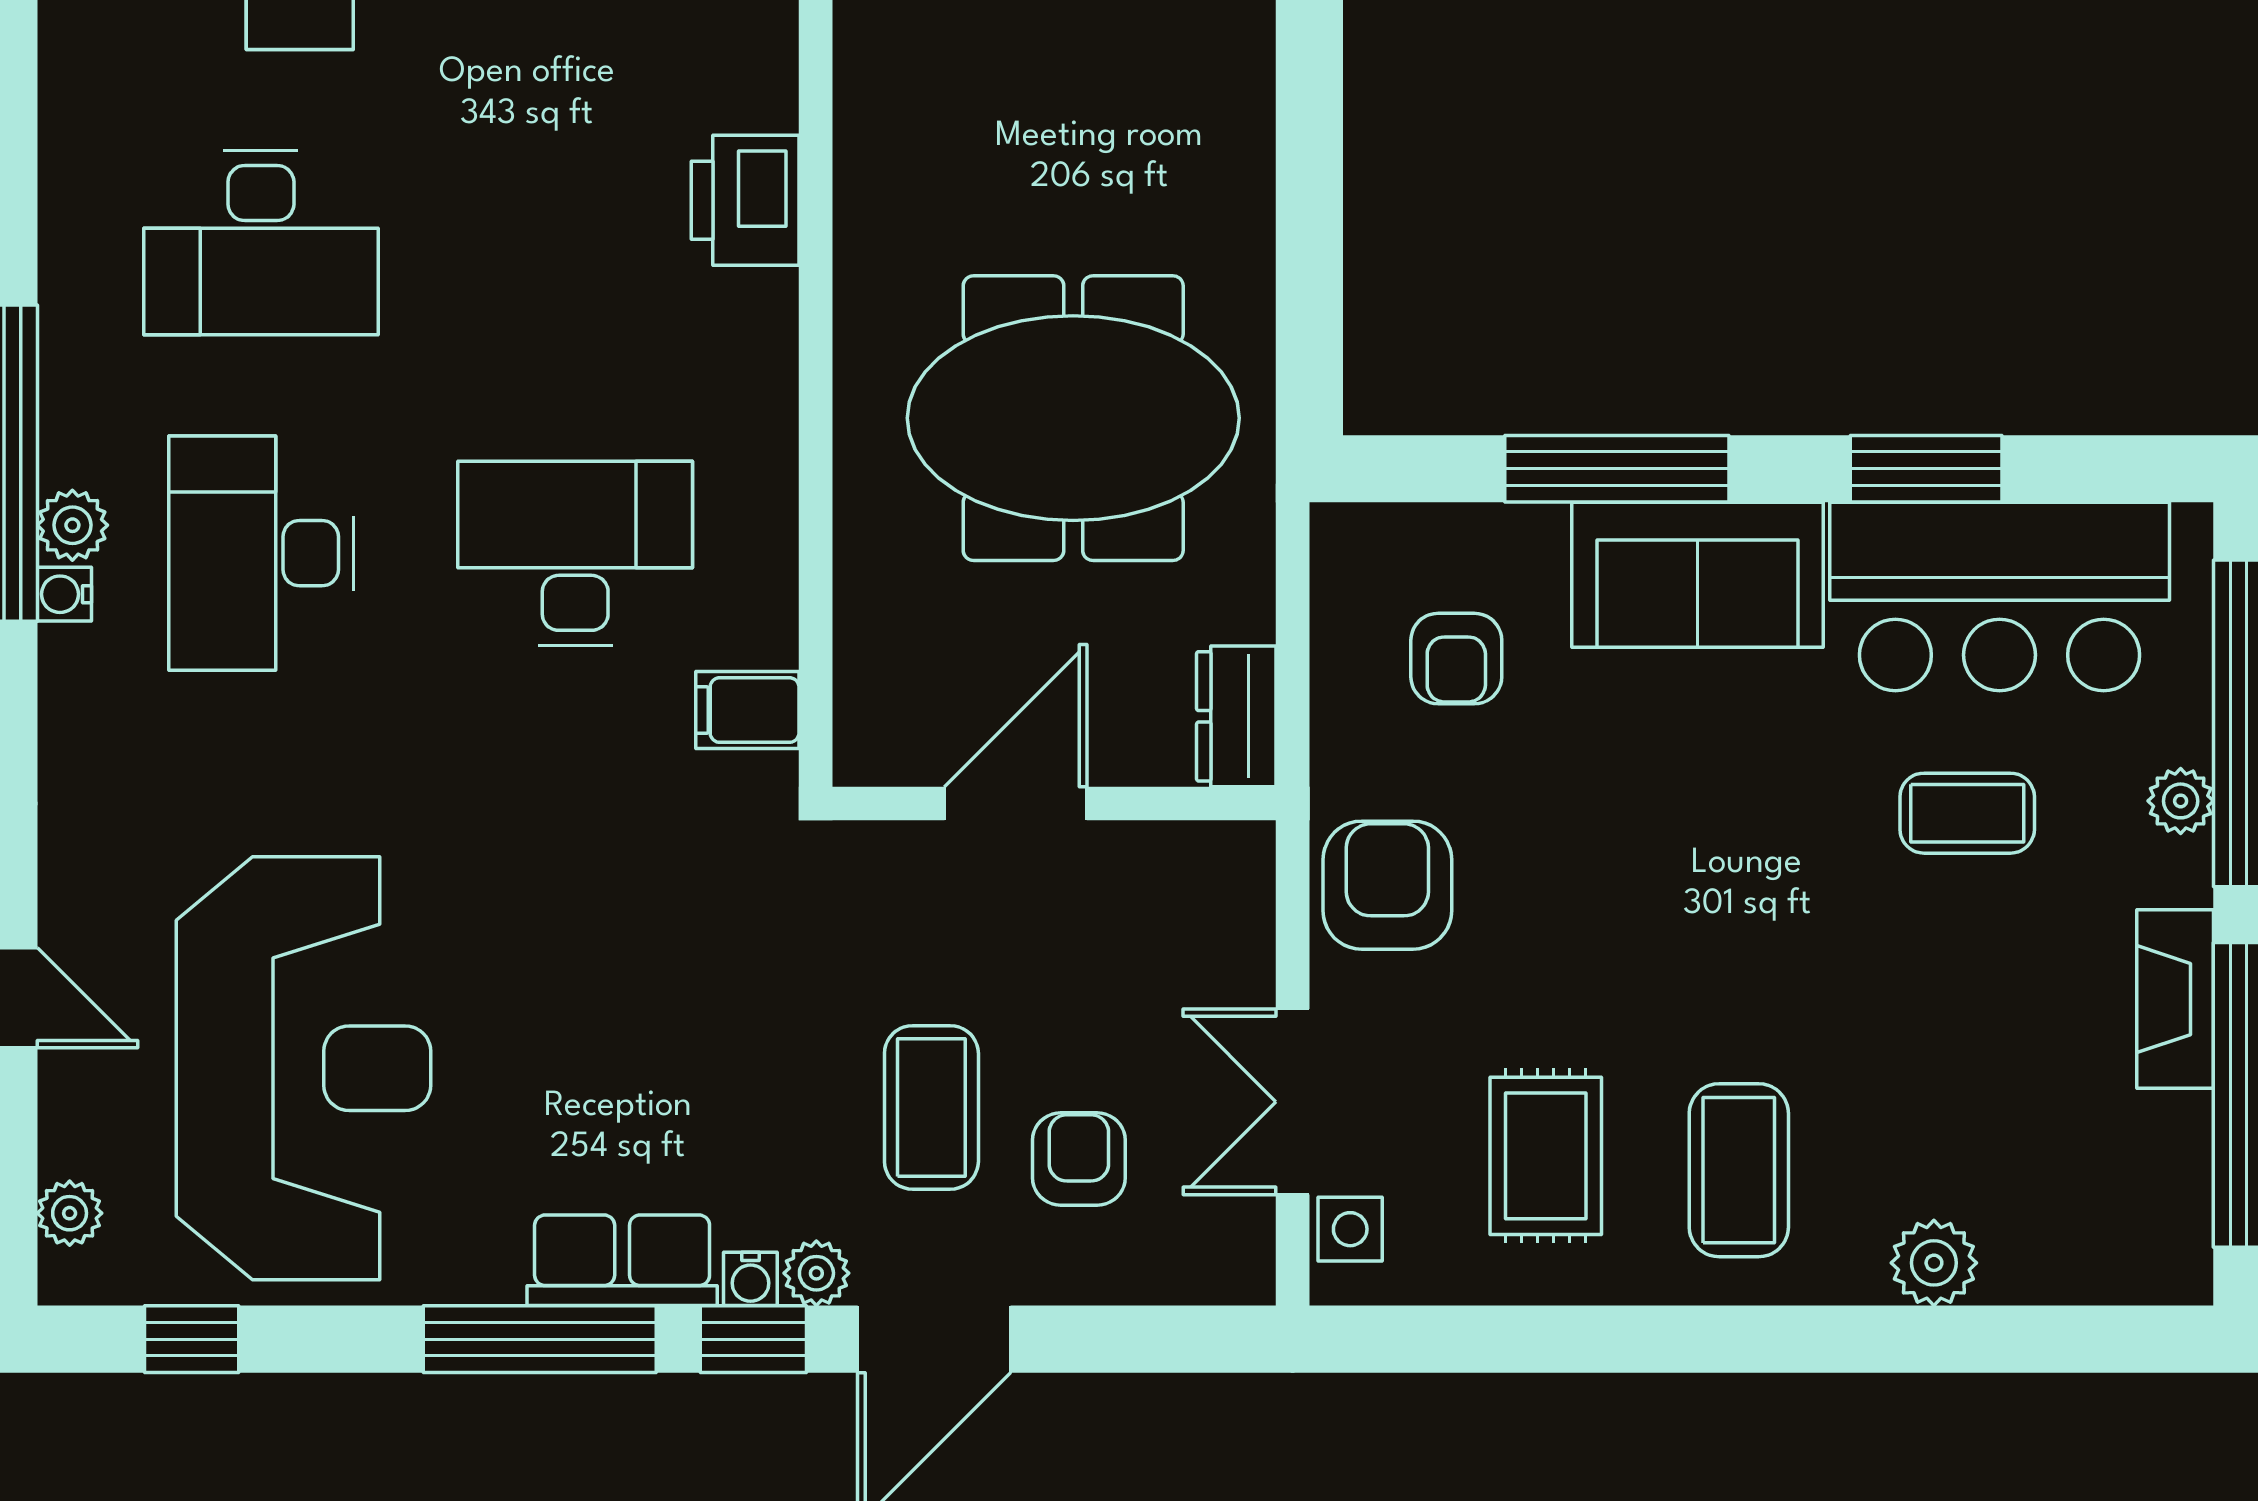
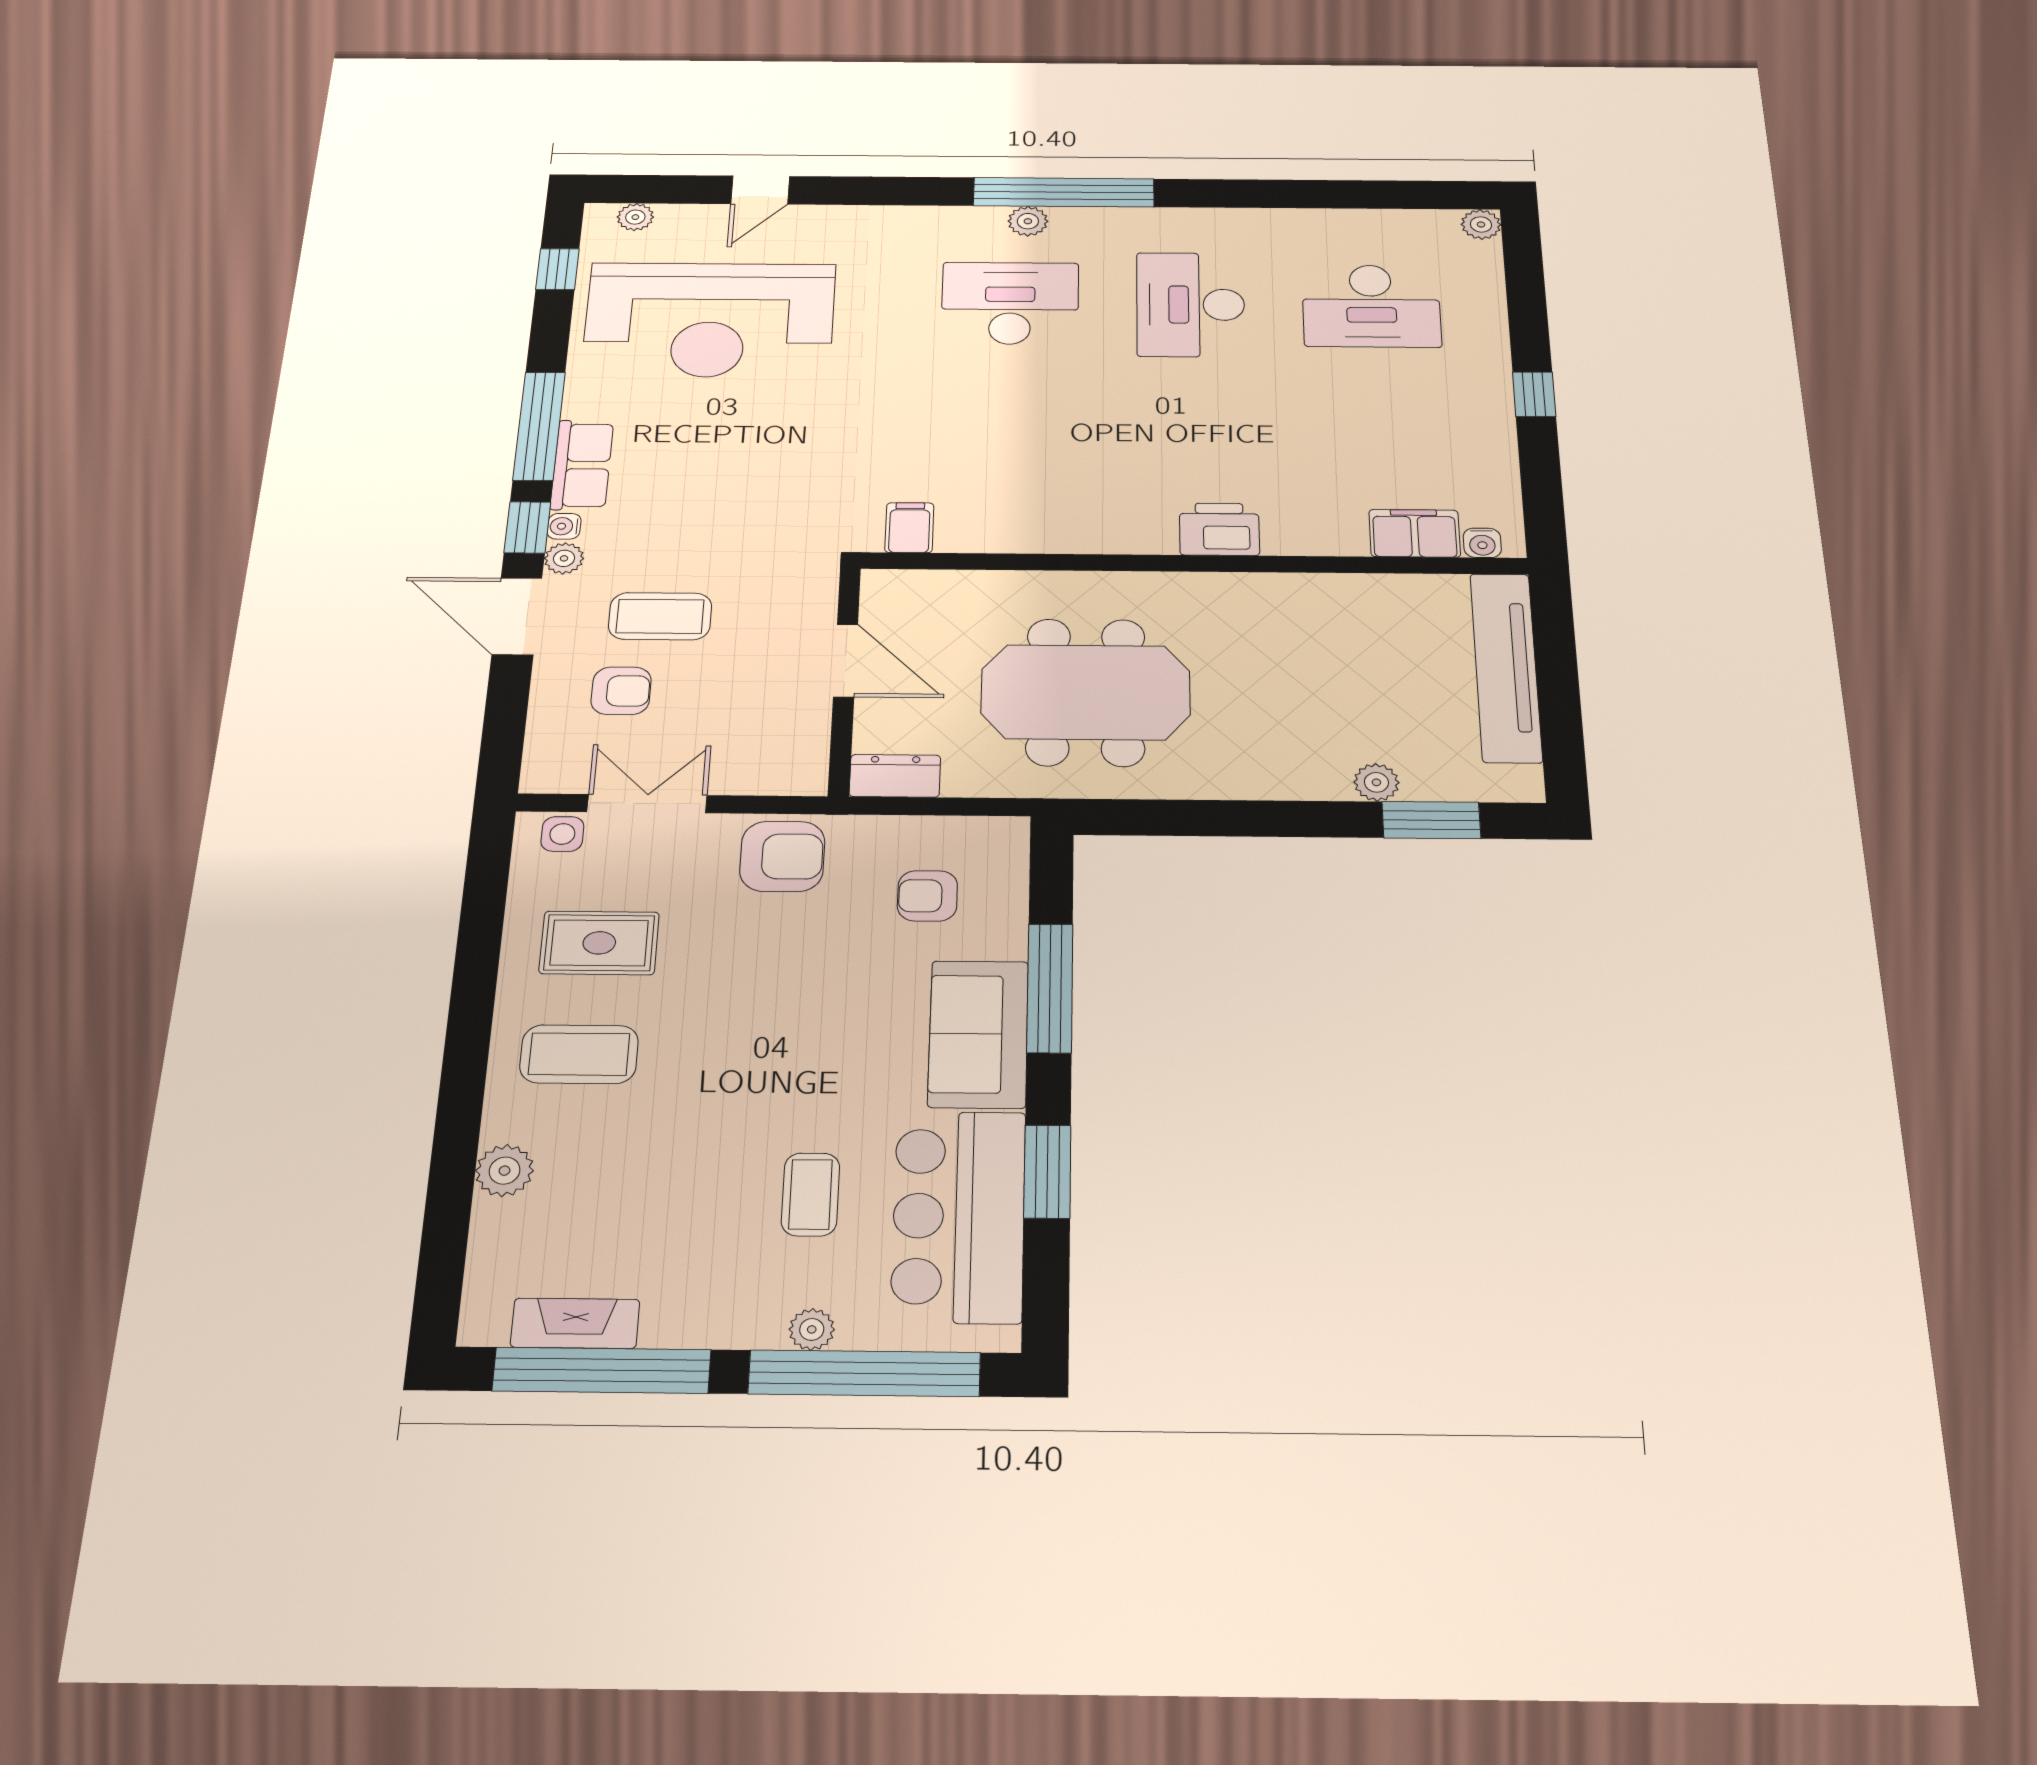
meeting table: (1073, 418) -> (1086, 692), turned 90
desk: (575, 553) -> (1007, 446), removed
water cooler: (64, 594) -> (989, 217), removed
fireplace: (2175, 999) -> (575, 1323), moved

